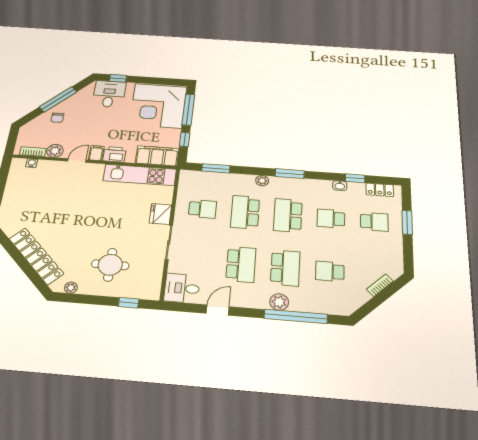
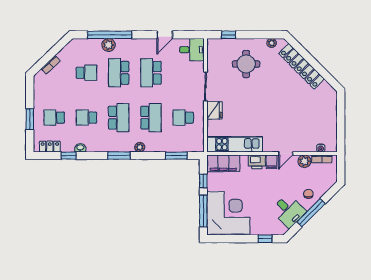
desk: (109, 94) -> (289, 211), moved, turned -45
school desk: (331, 219) -> (86, 118), turned 180
plant: (279, 302) -> (109, 45), moved

